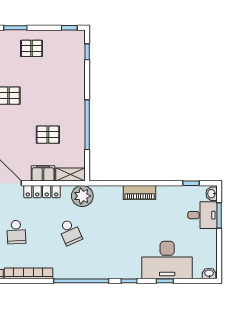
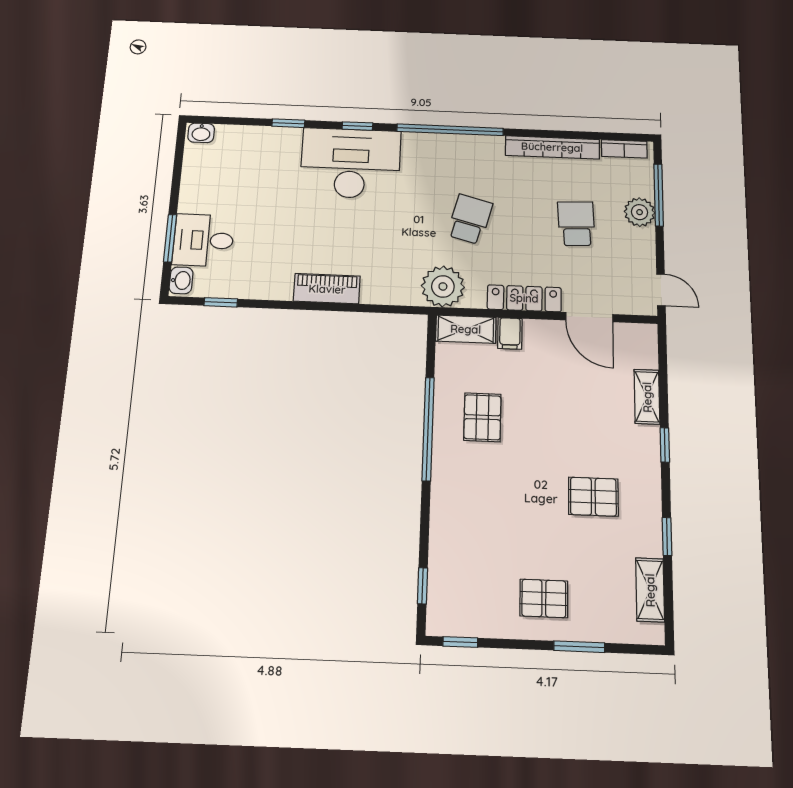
pallet: (48, 135) -> (482, 417), moved, turned 90
filing cabinet: (43, 173) -> (510, 333), width x0.50
school desk: (70, 232) -> (470, 219), turned 39
desk: (167, 260) -> (350, 163), moved

